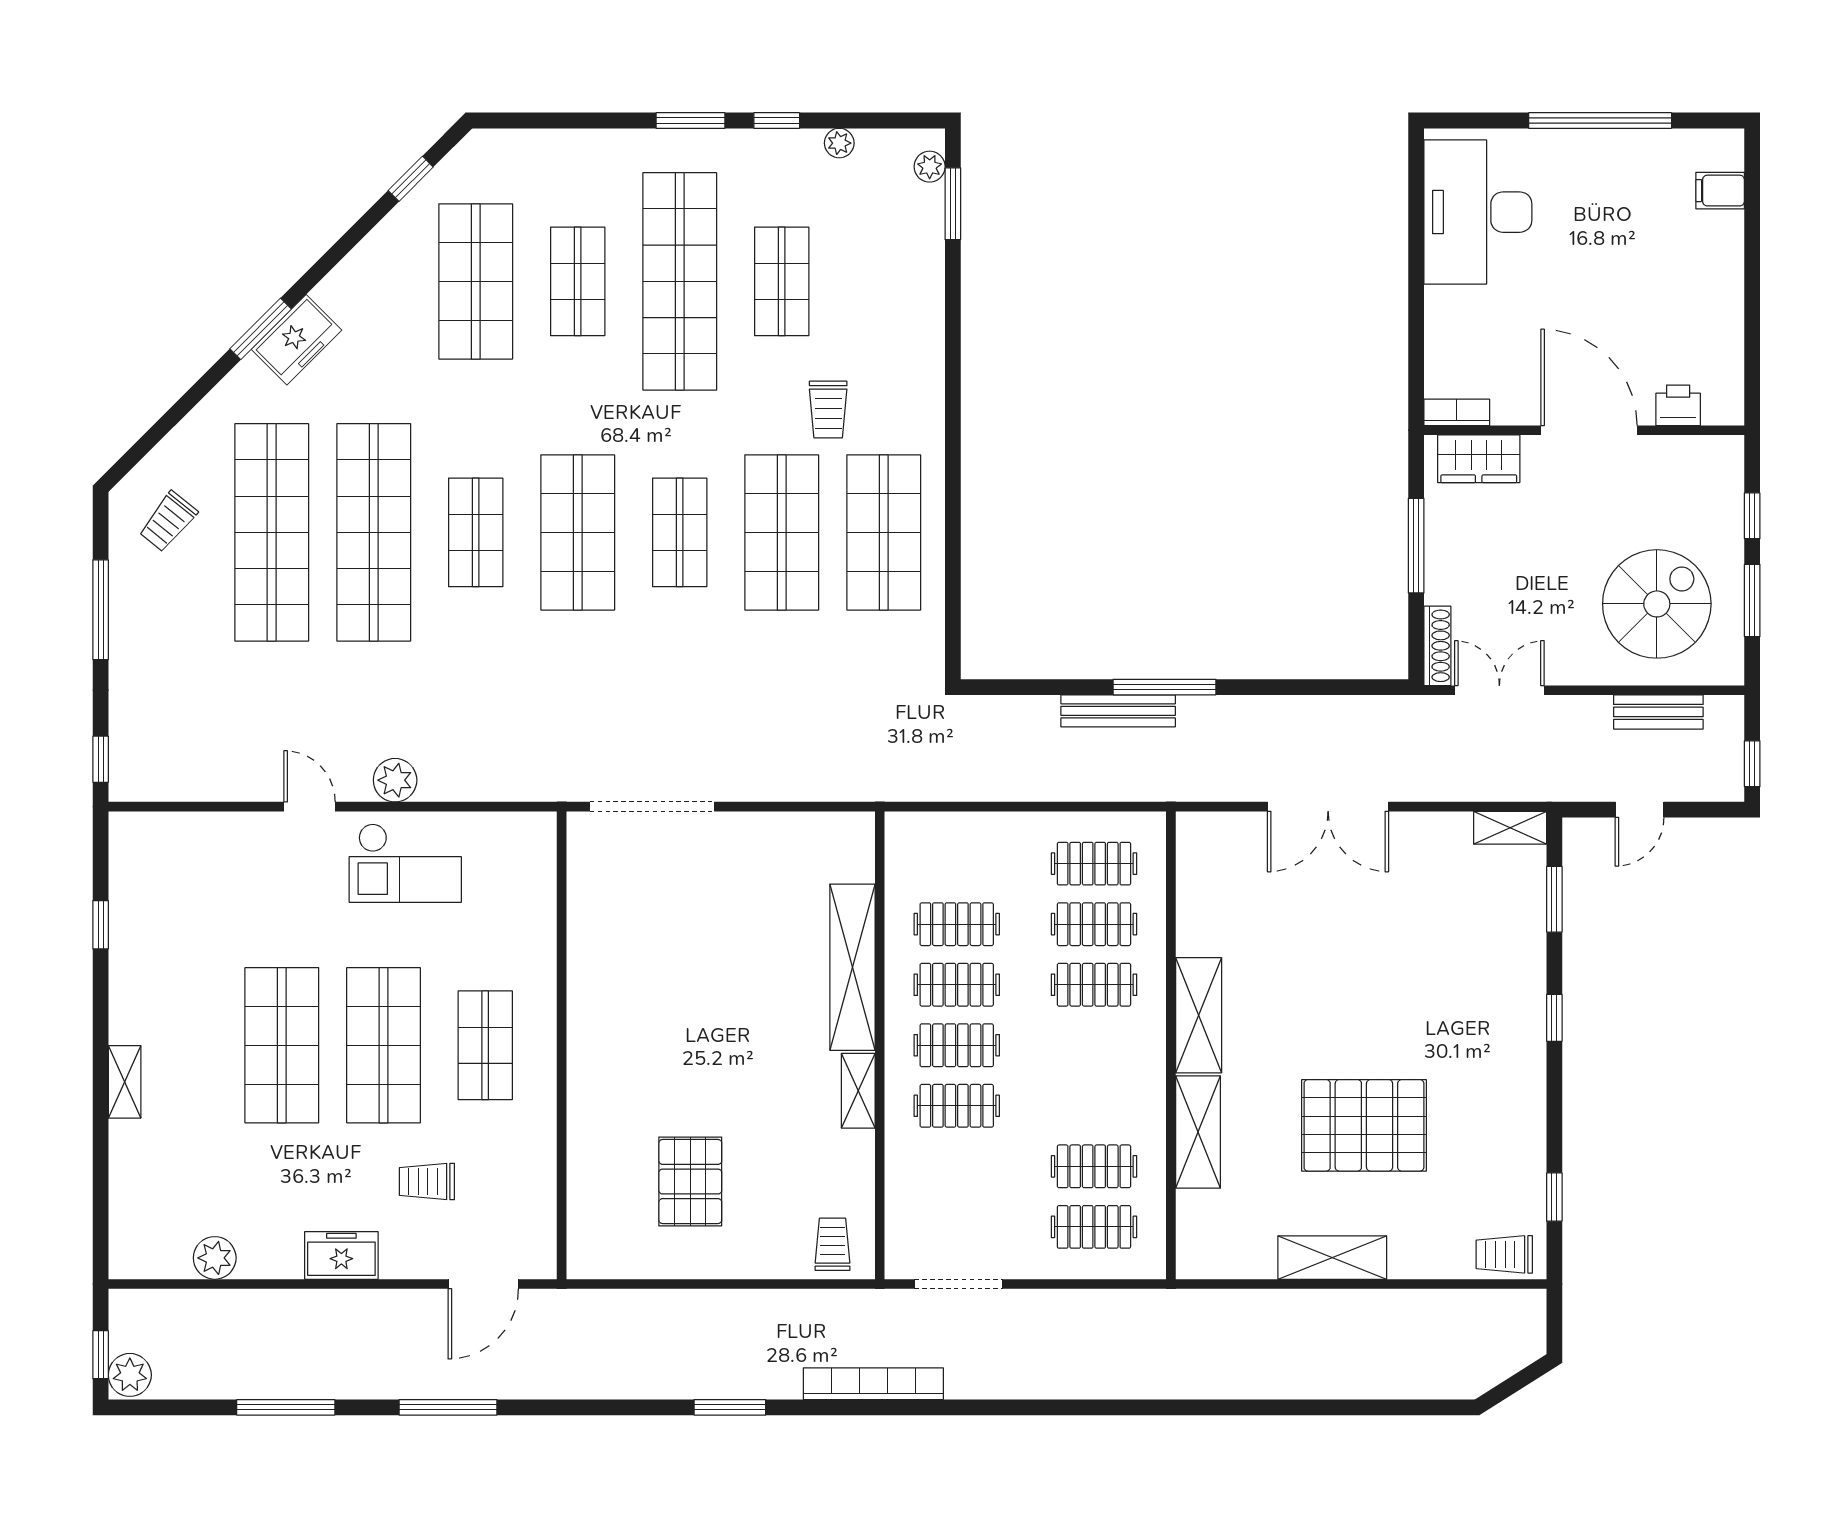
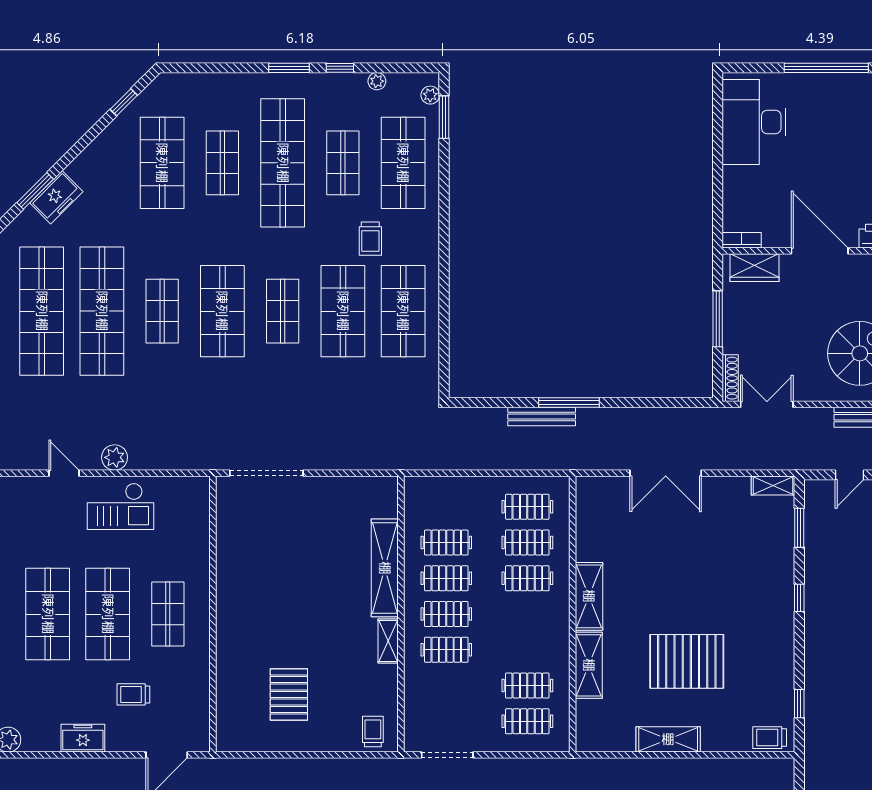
shop shelf: (884, 281) -> (403, 163), added

